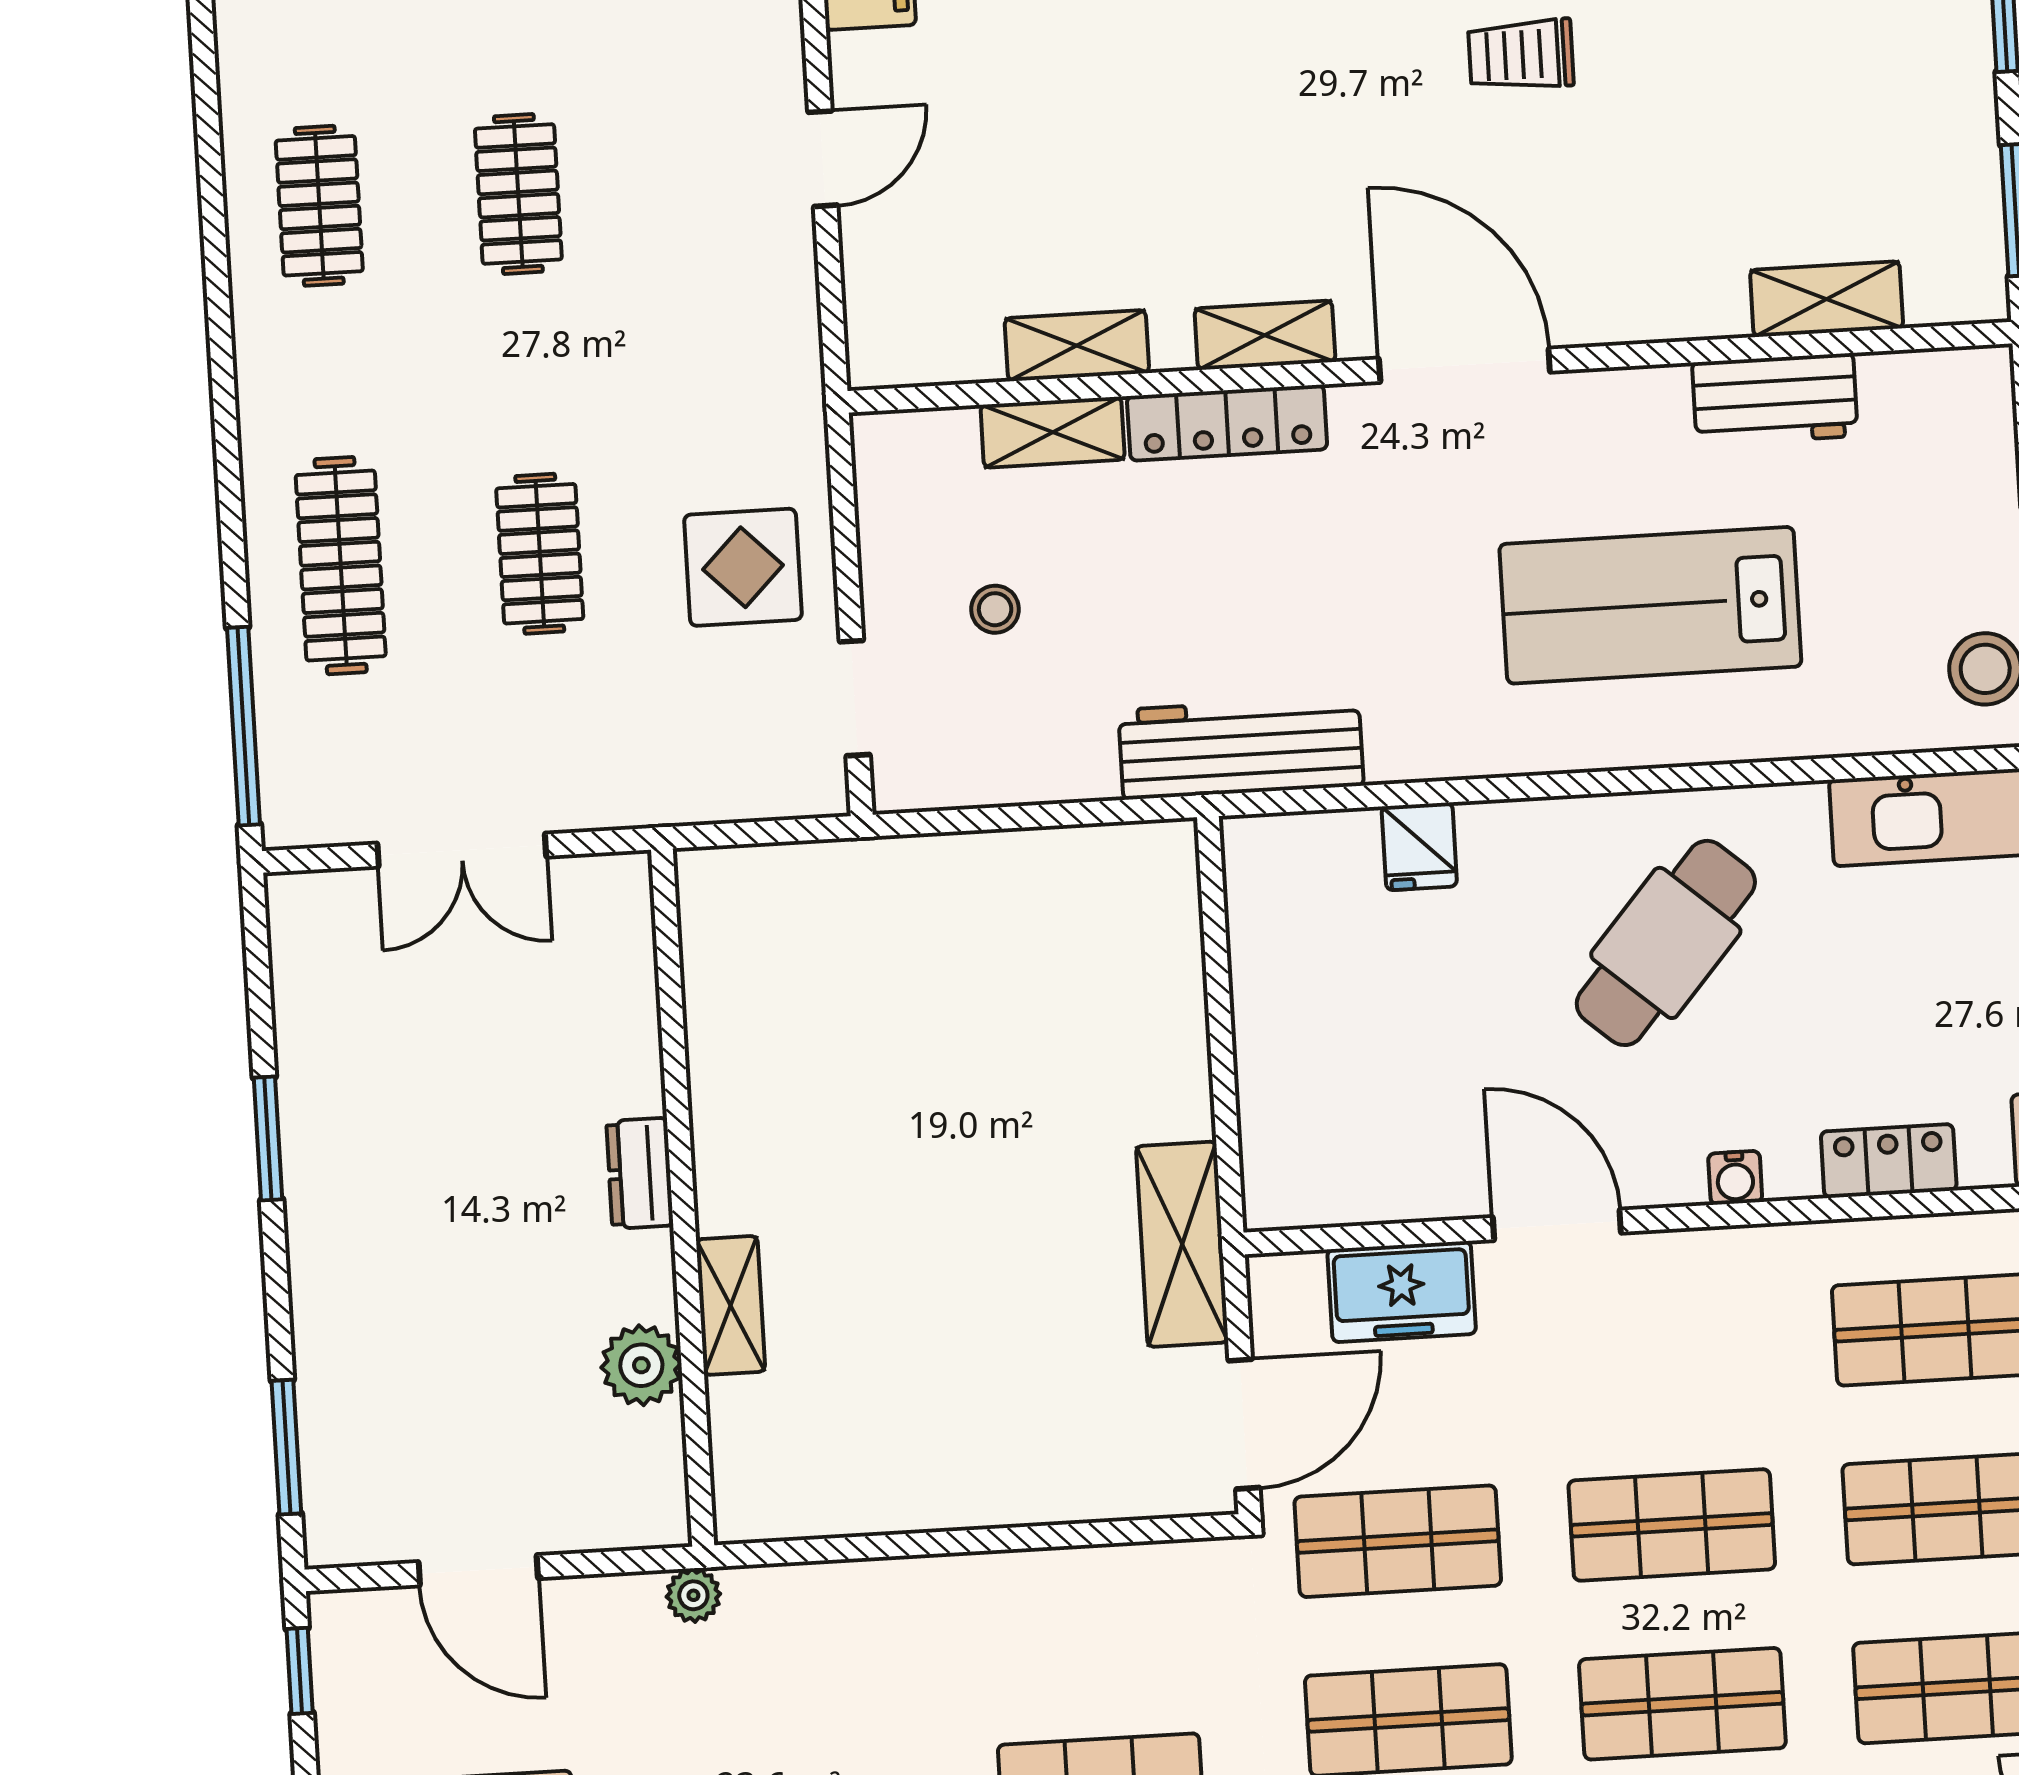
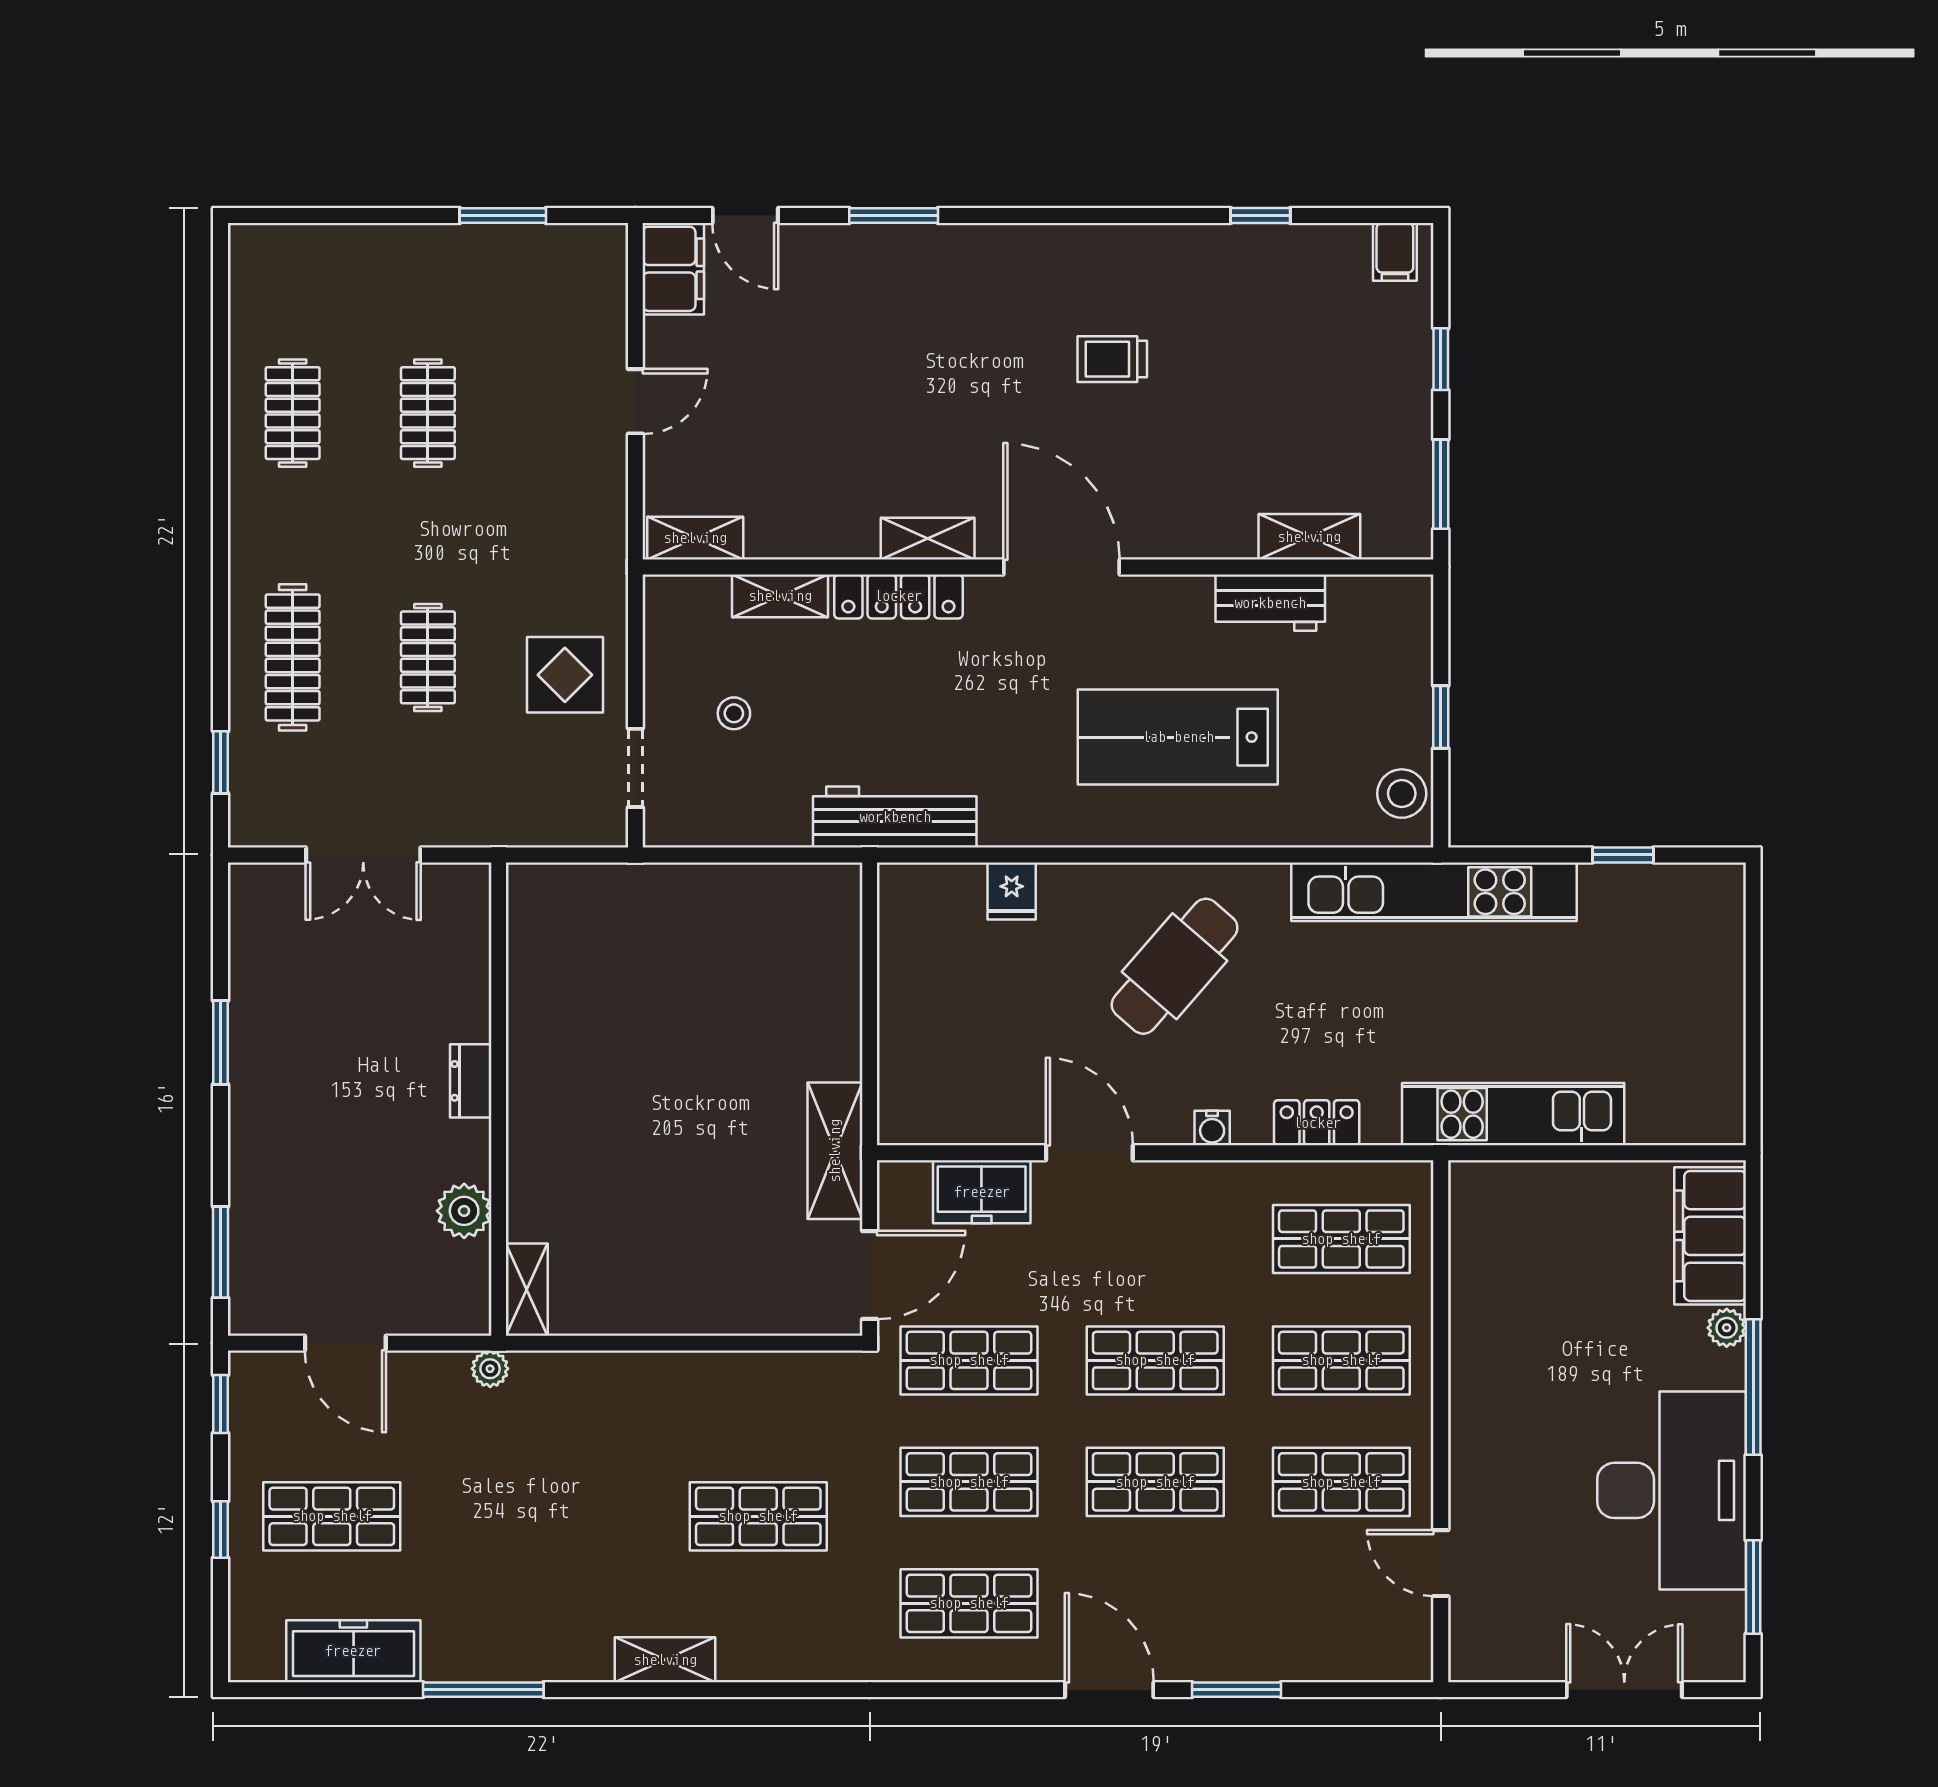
shelving: (1077, 346) -> (695, 538), moved
window: (244, 726) -> (220, 762), width x0.46
shelving: (731, 1305) -> (527, 1290), moved

